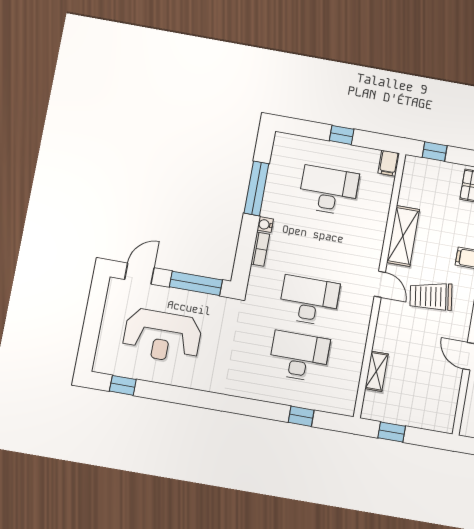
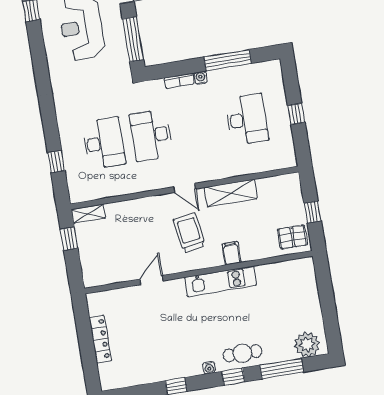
window: (435, 151) -> (313, 212), moved
filing cabinet: (389, 163) -> (287, 161), removed
door: (380, 284) -> (185, 188), hinge flipped
desk: (309, 301) -> (151, 135), turned 180
shelving: (376, 371) -> (88, 214), moved

